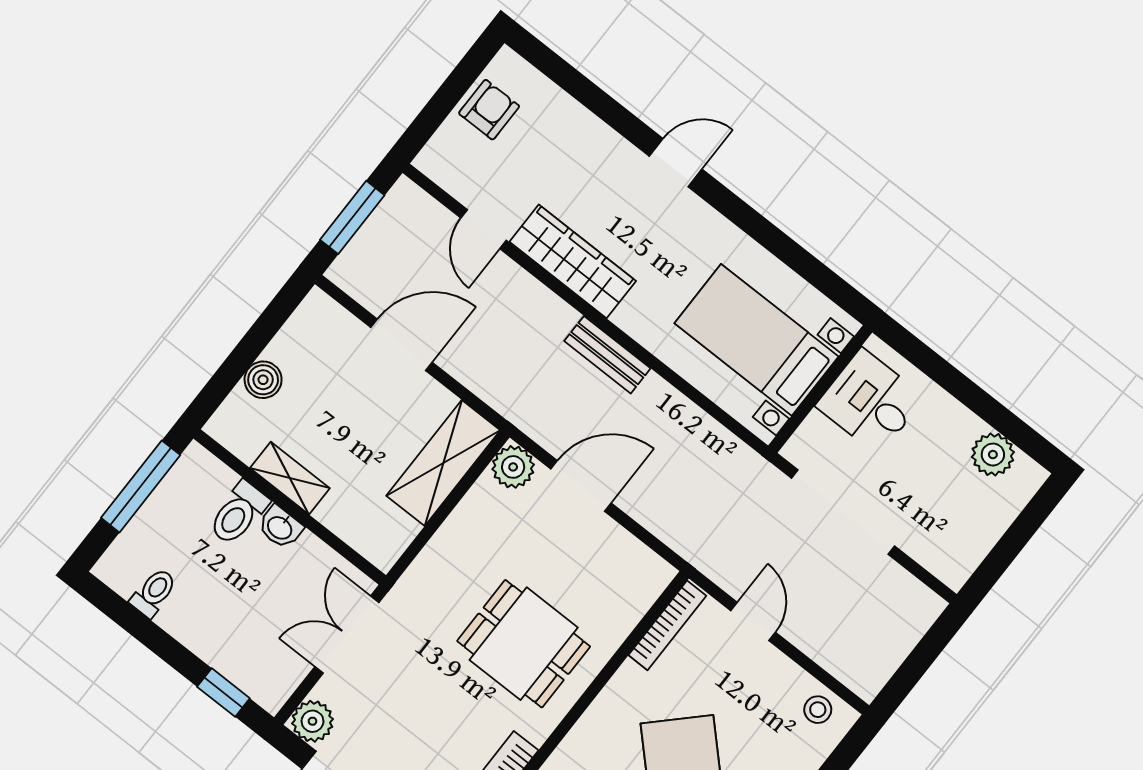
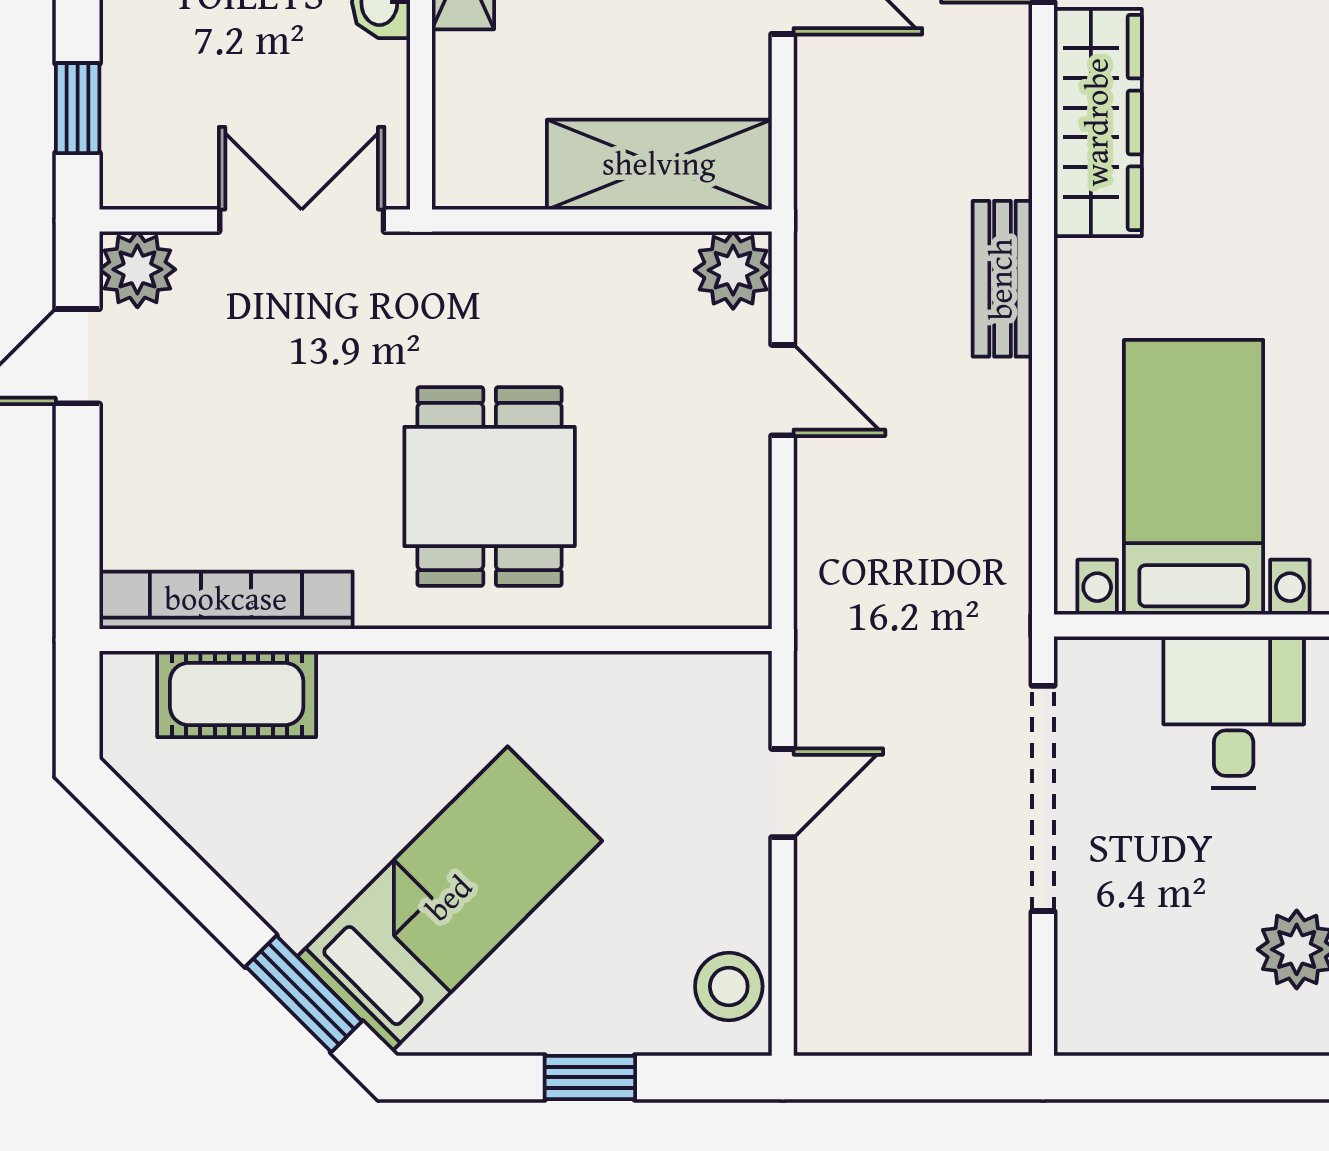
door: (581, 486) -> (783, 390), width x0.73
bookcase: (667, 625) -> (679, 673), removed
stool: (818, 710) -> (729, 986), width x1.37, depth x1.37

